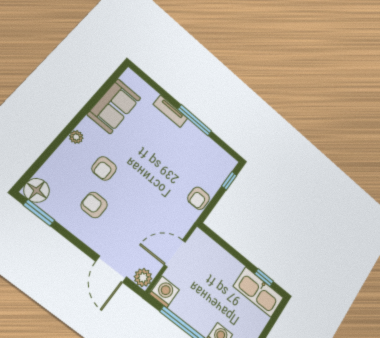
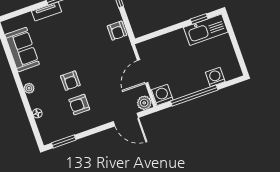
armchair: (104, 168) -> (70, 81), moved
floor lamp: (37, 190) -> (37, 113), moved, width x0.53, depth x0.53

